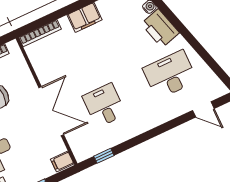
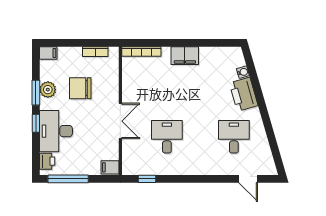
desk: (170, 75) -> (234, 137), width x0.73
double door: (51, 111) -> (120, 121), width x0.73

